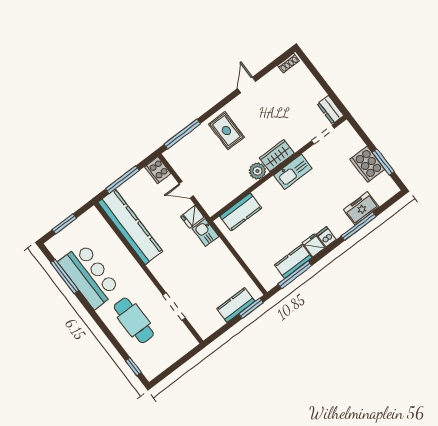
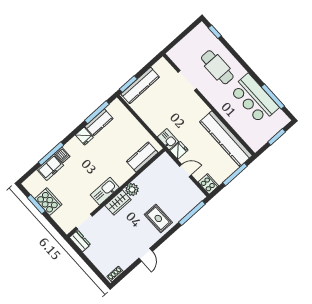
dishwasher: (326, 237) -> (62, 155), moved
kitchen counter: (236, 305) -> (140, 85), width x1.50

